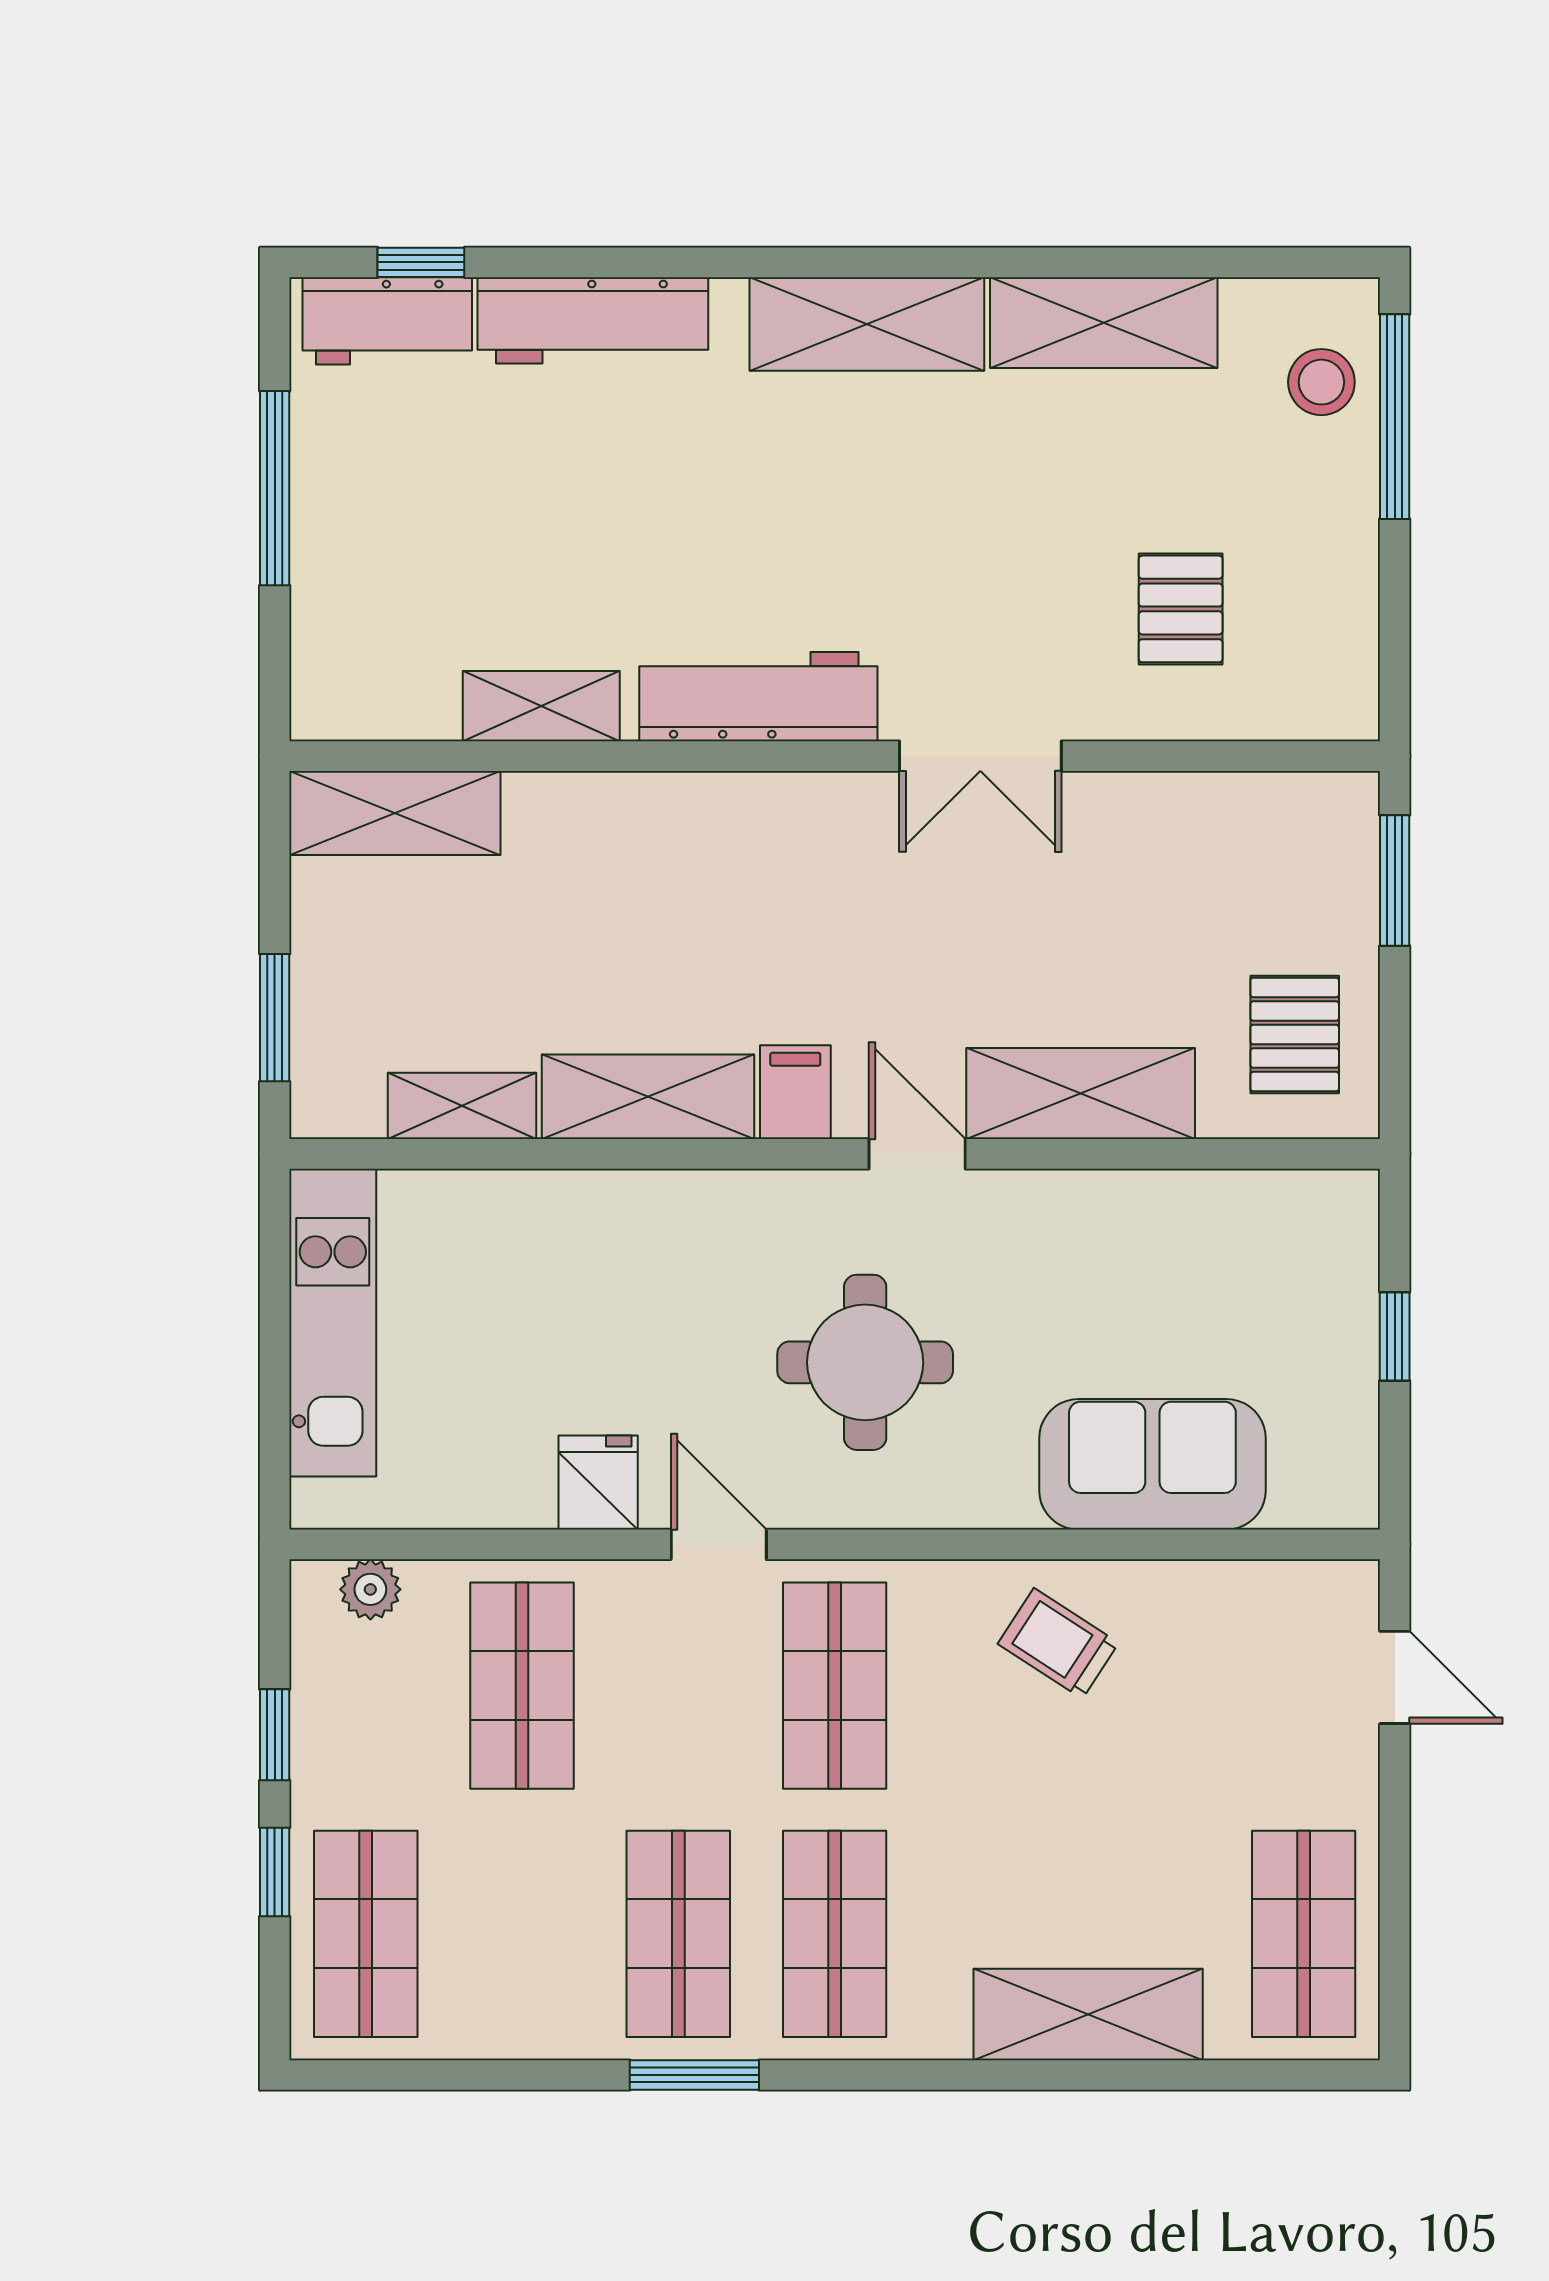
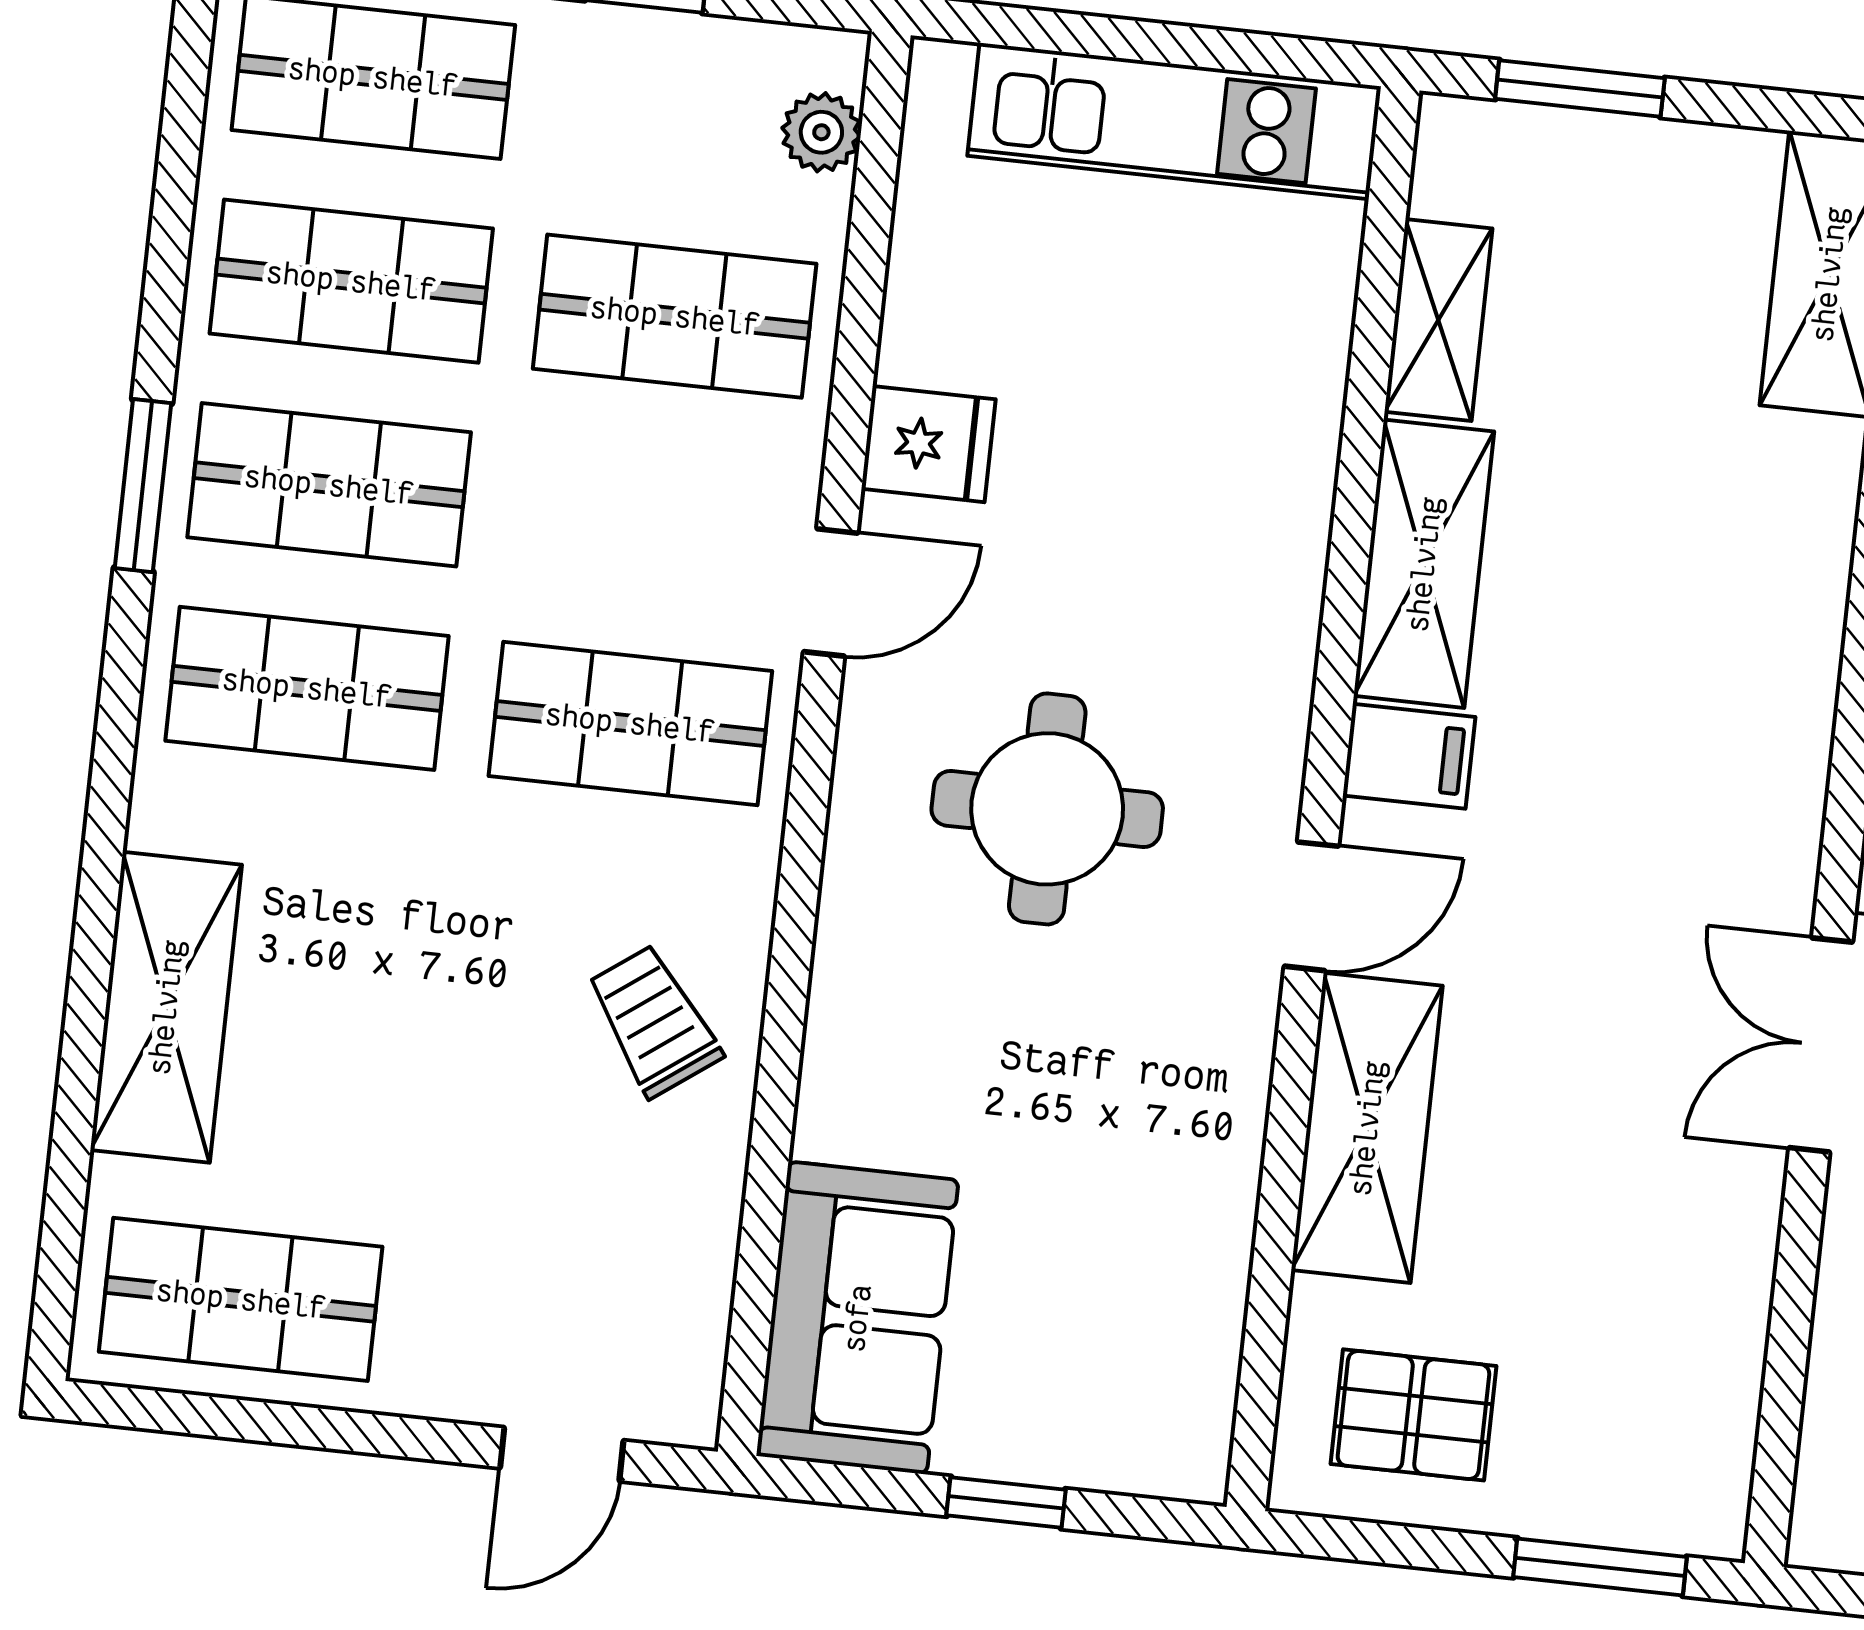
sofa: (1152, 1464) -> (857, 1318), moved
trolley: (1058, 1643) -> (654, 1021), turned -69
shop shelf: (522, 1934) -> (351, 281), added

